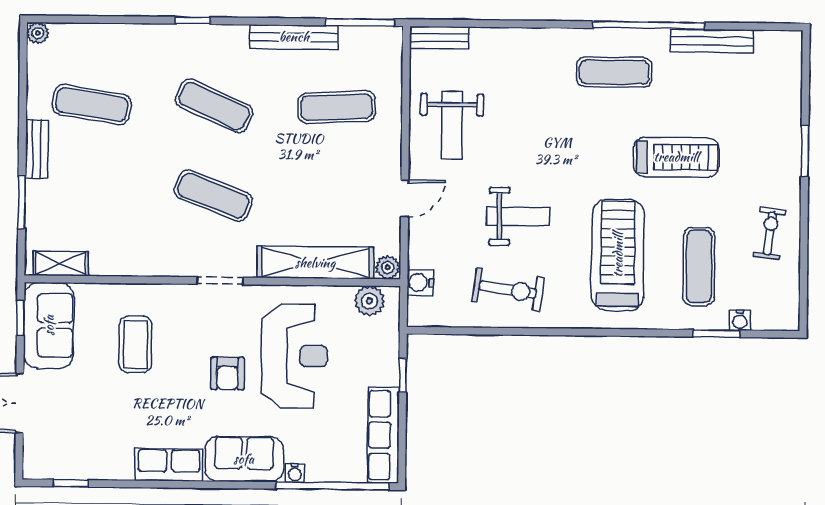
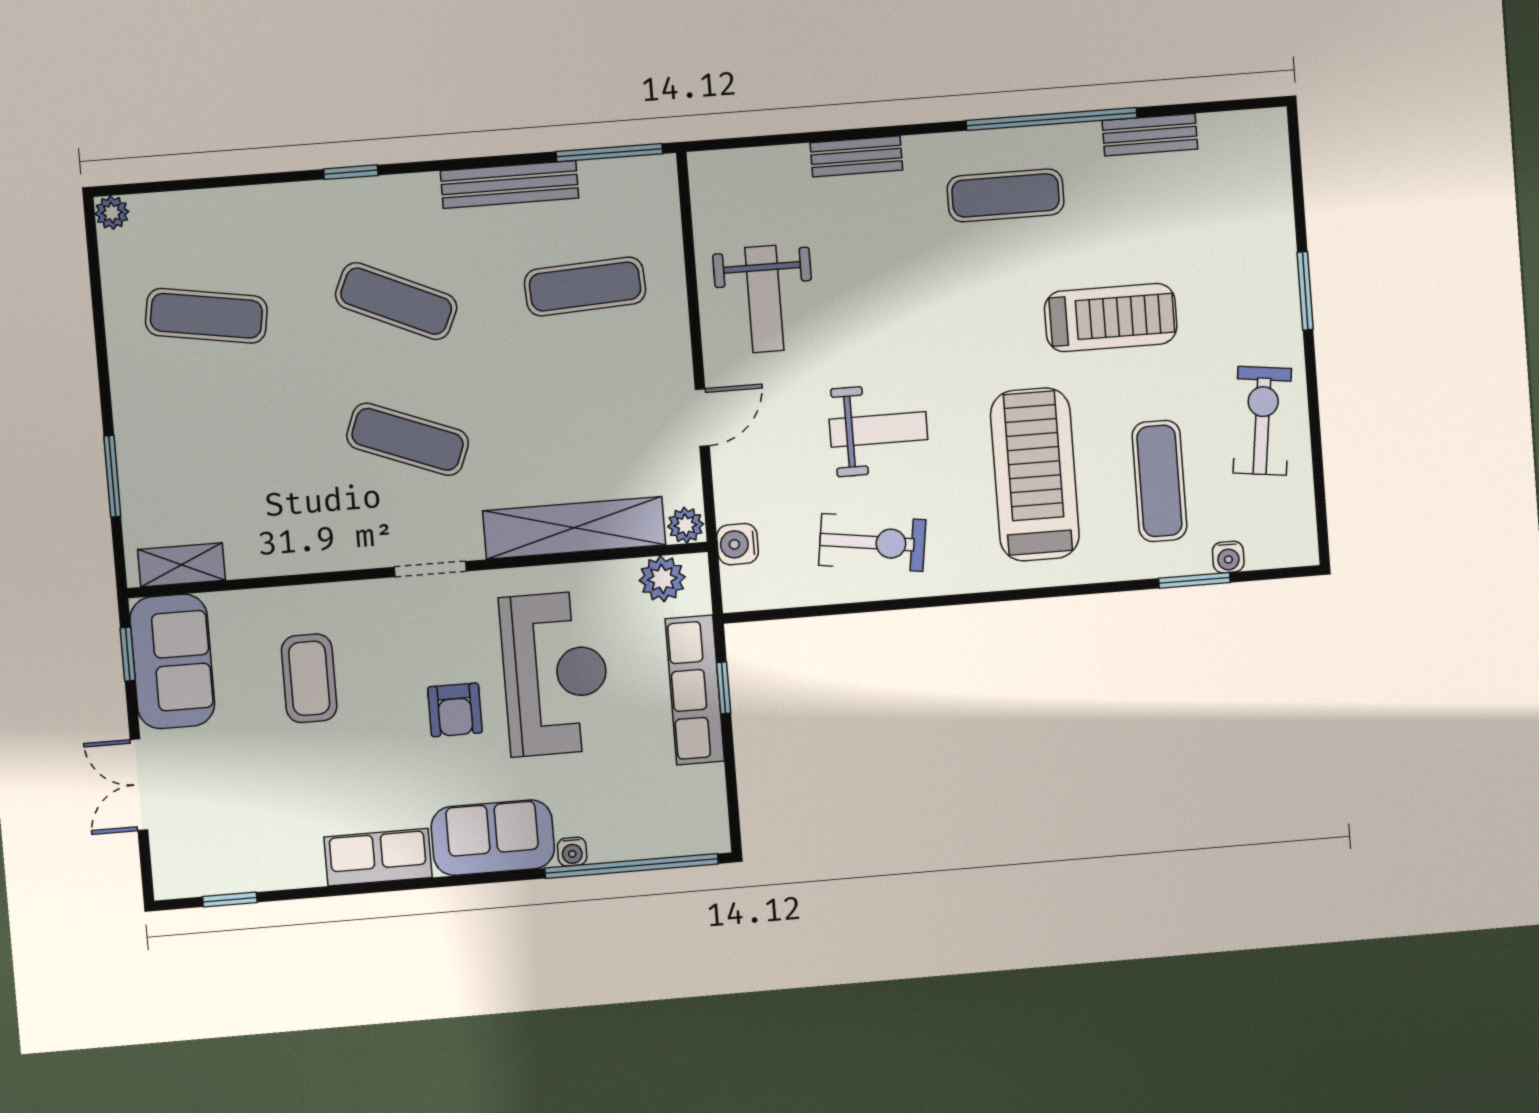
bench: (439, 38) -> (856, 156), moved
bench: (712, 41) -> (1150, 135), width x0.73
bench: (37, 149) -> (128, 392), removed
exercise bike: (770, 233) -> (1262, 421), width x1.38, depth x1.39
row of seats: (383, 435) -> (695, 690), moved

